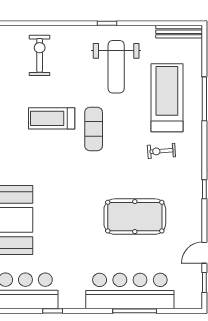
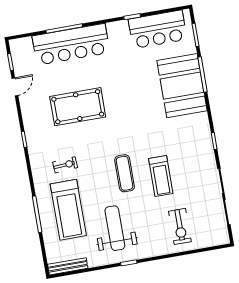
treadmill: (52, 118) -> (161, 176), turned 90

